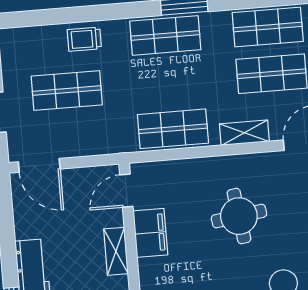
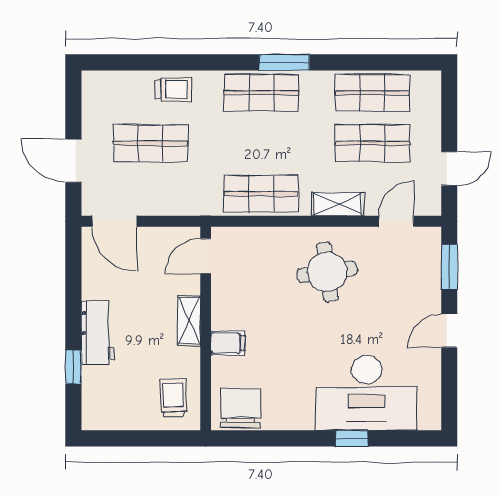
trolley: (84, 39) -> (174, 89), turned 180
round table: (239, 216) -> (327, 272), moved
filing cabinet: (150, 233) -> (228, 343), moved, width x0.50

